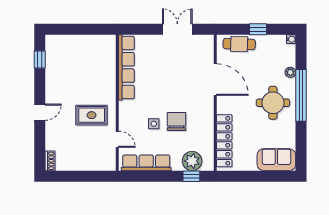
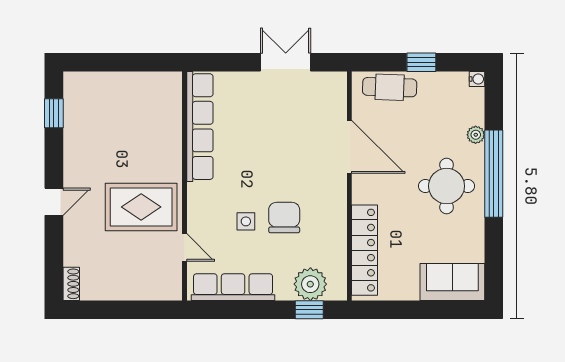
rug: (92, 115) -> (141, 207), width x1.36, depth x1.43

